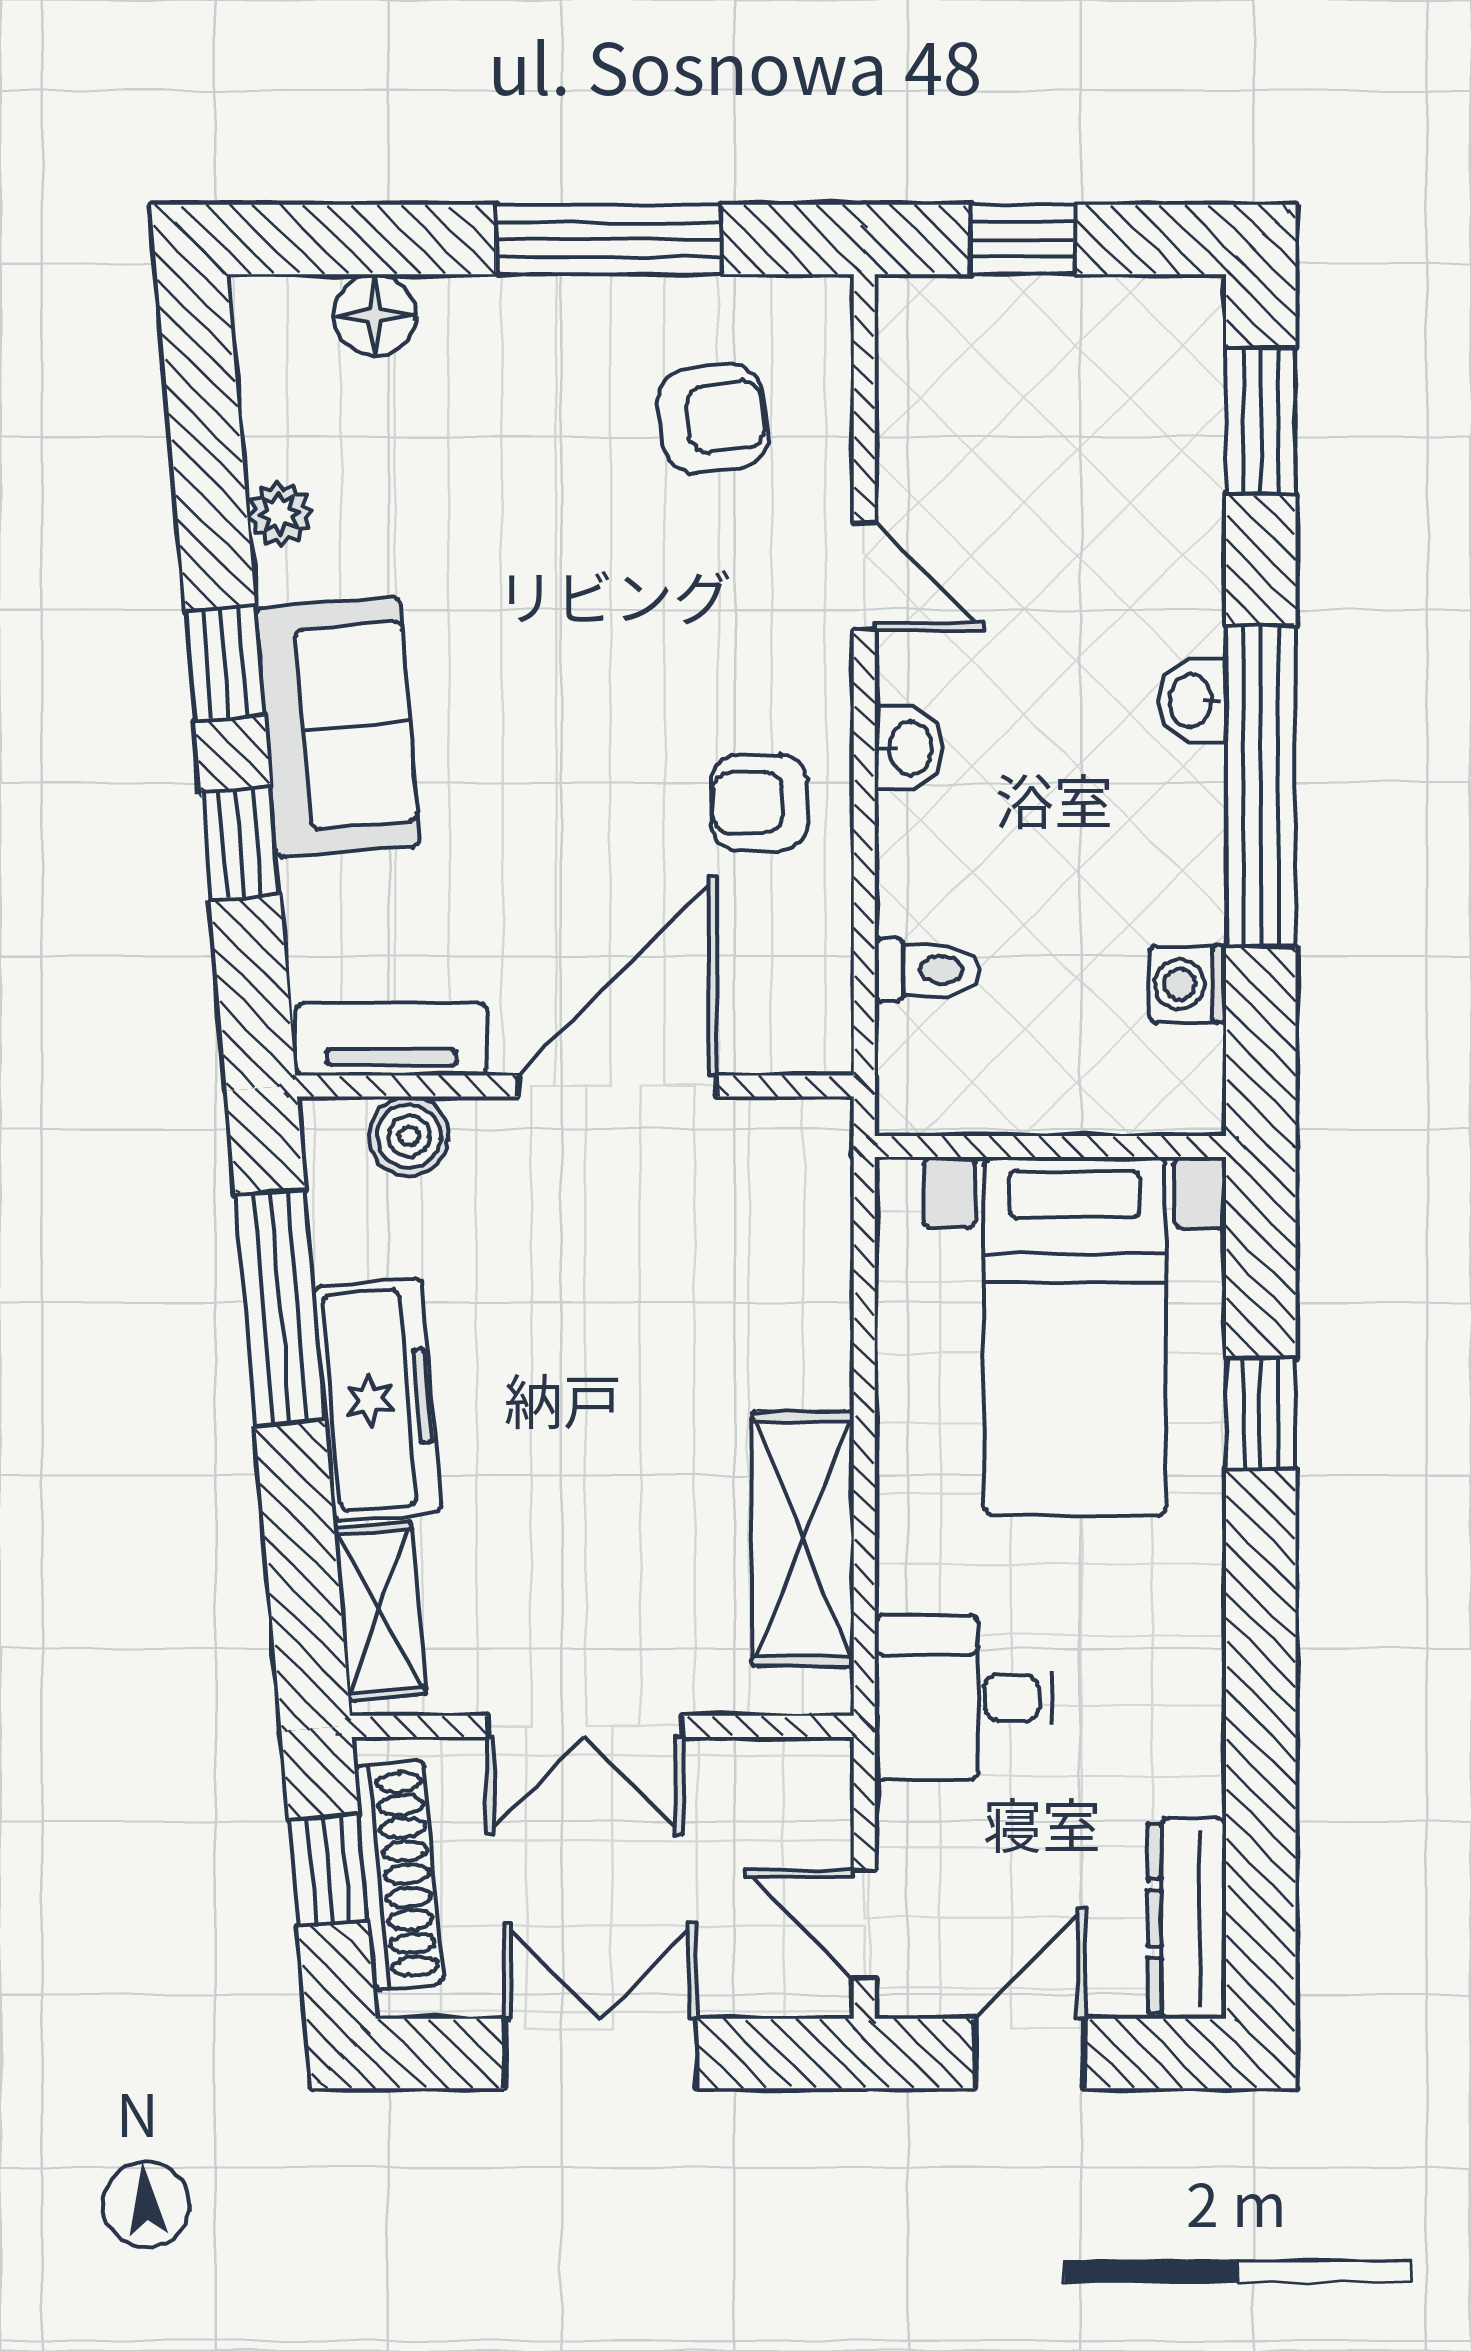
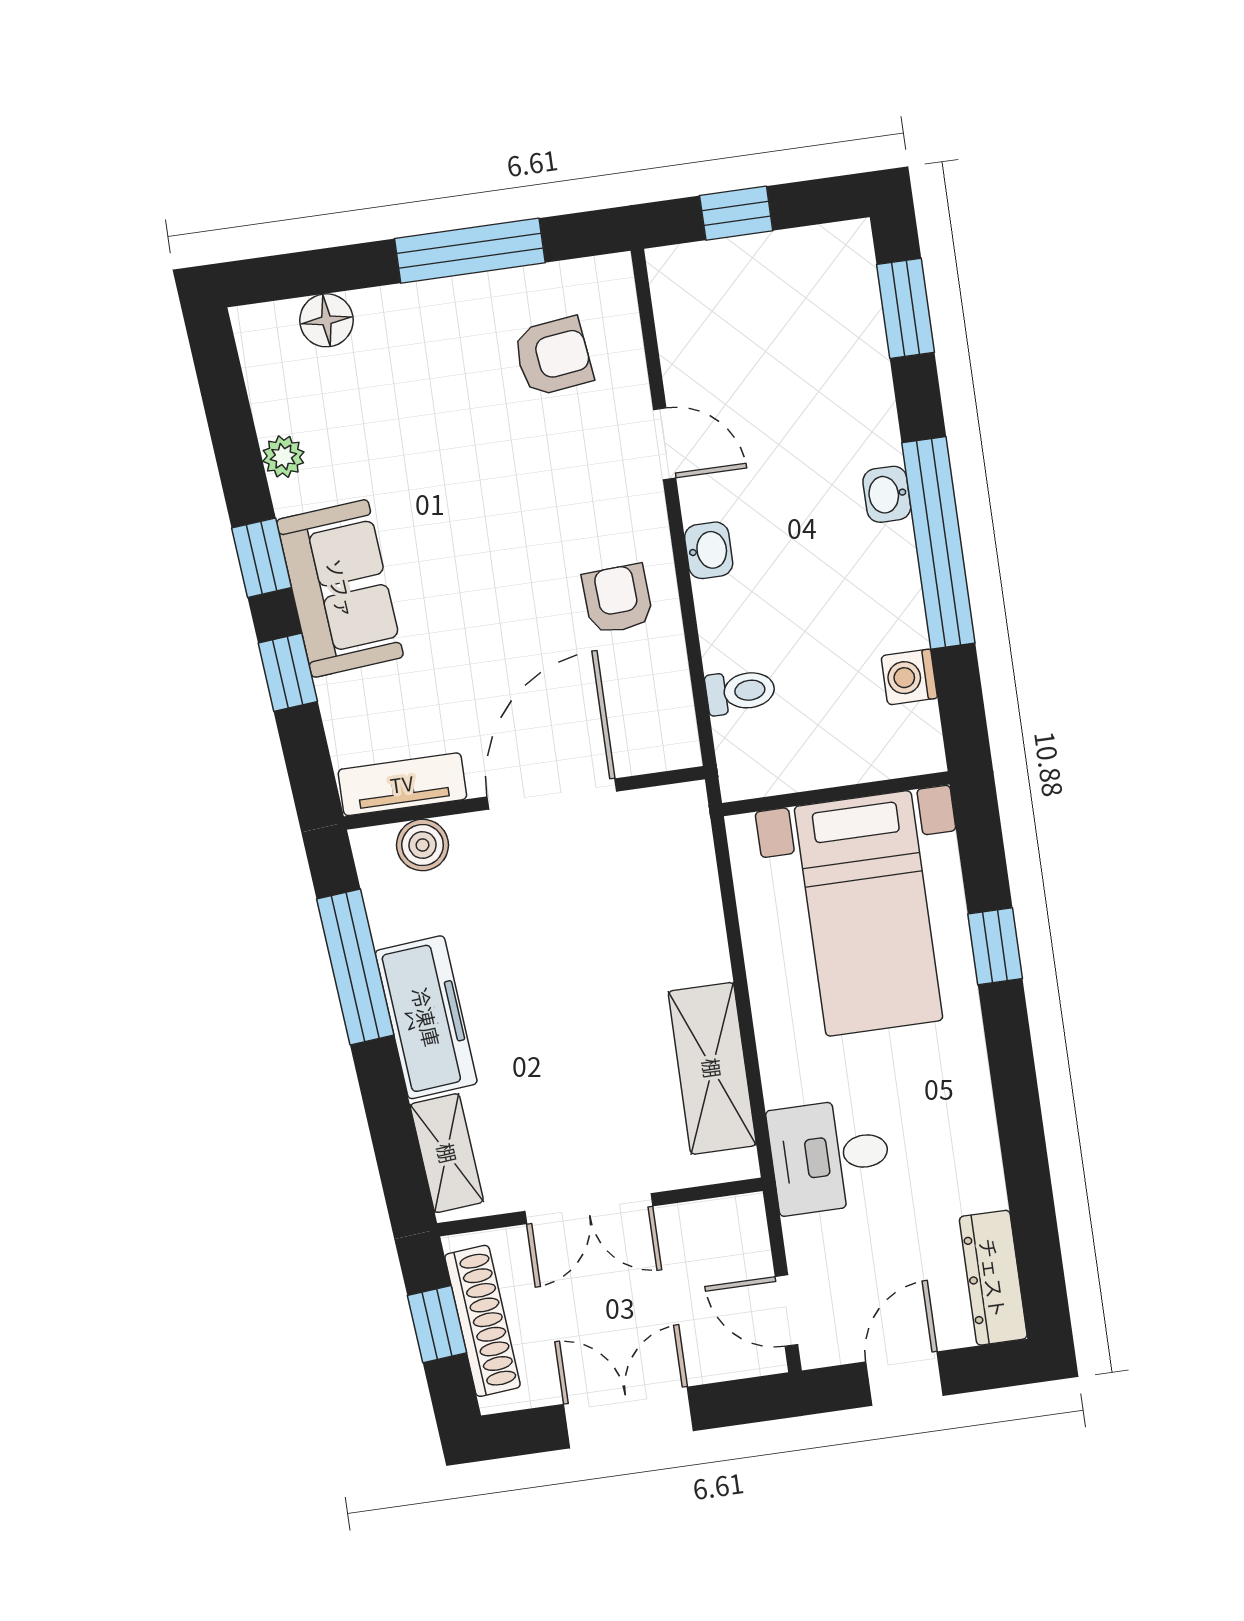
armchair: (759, 803) -> (617, 599), turned 87

